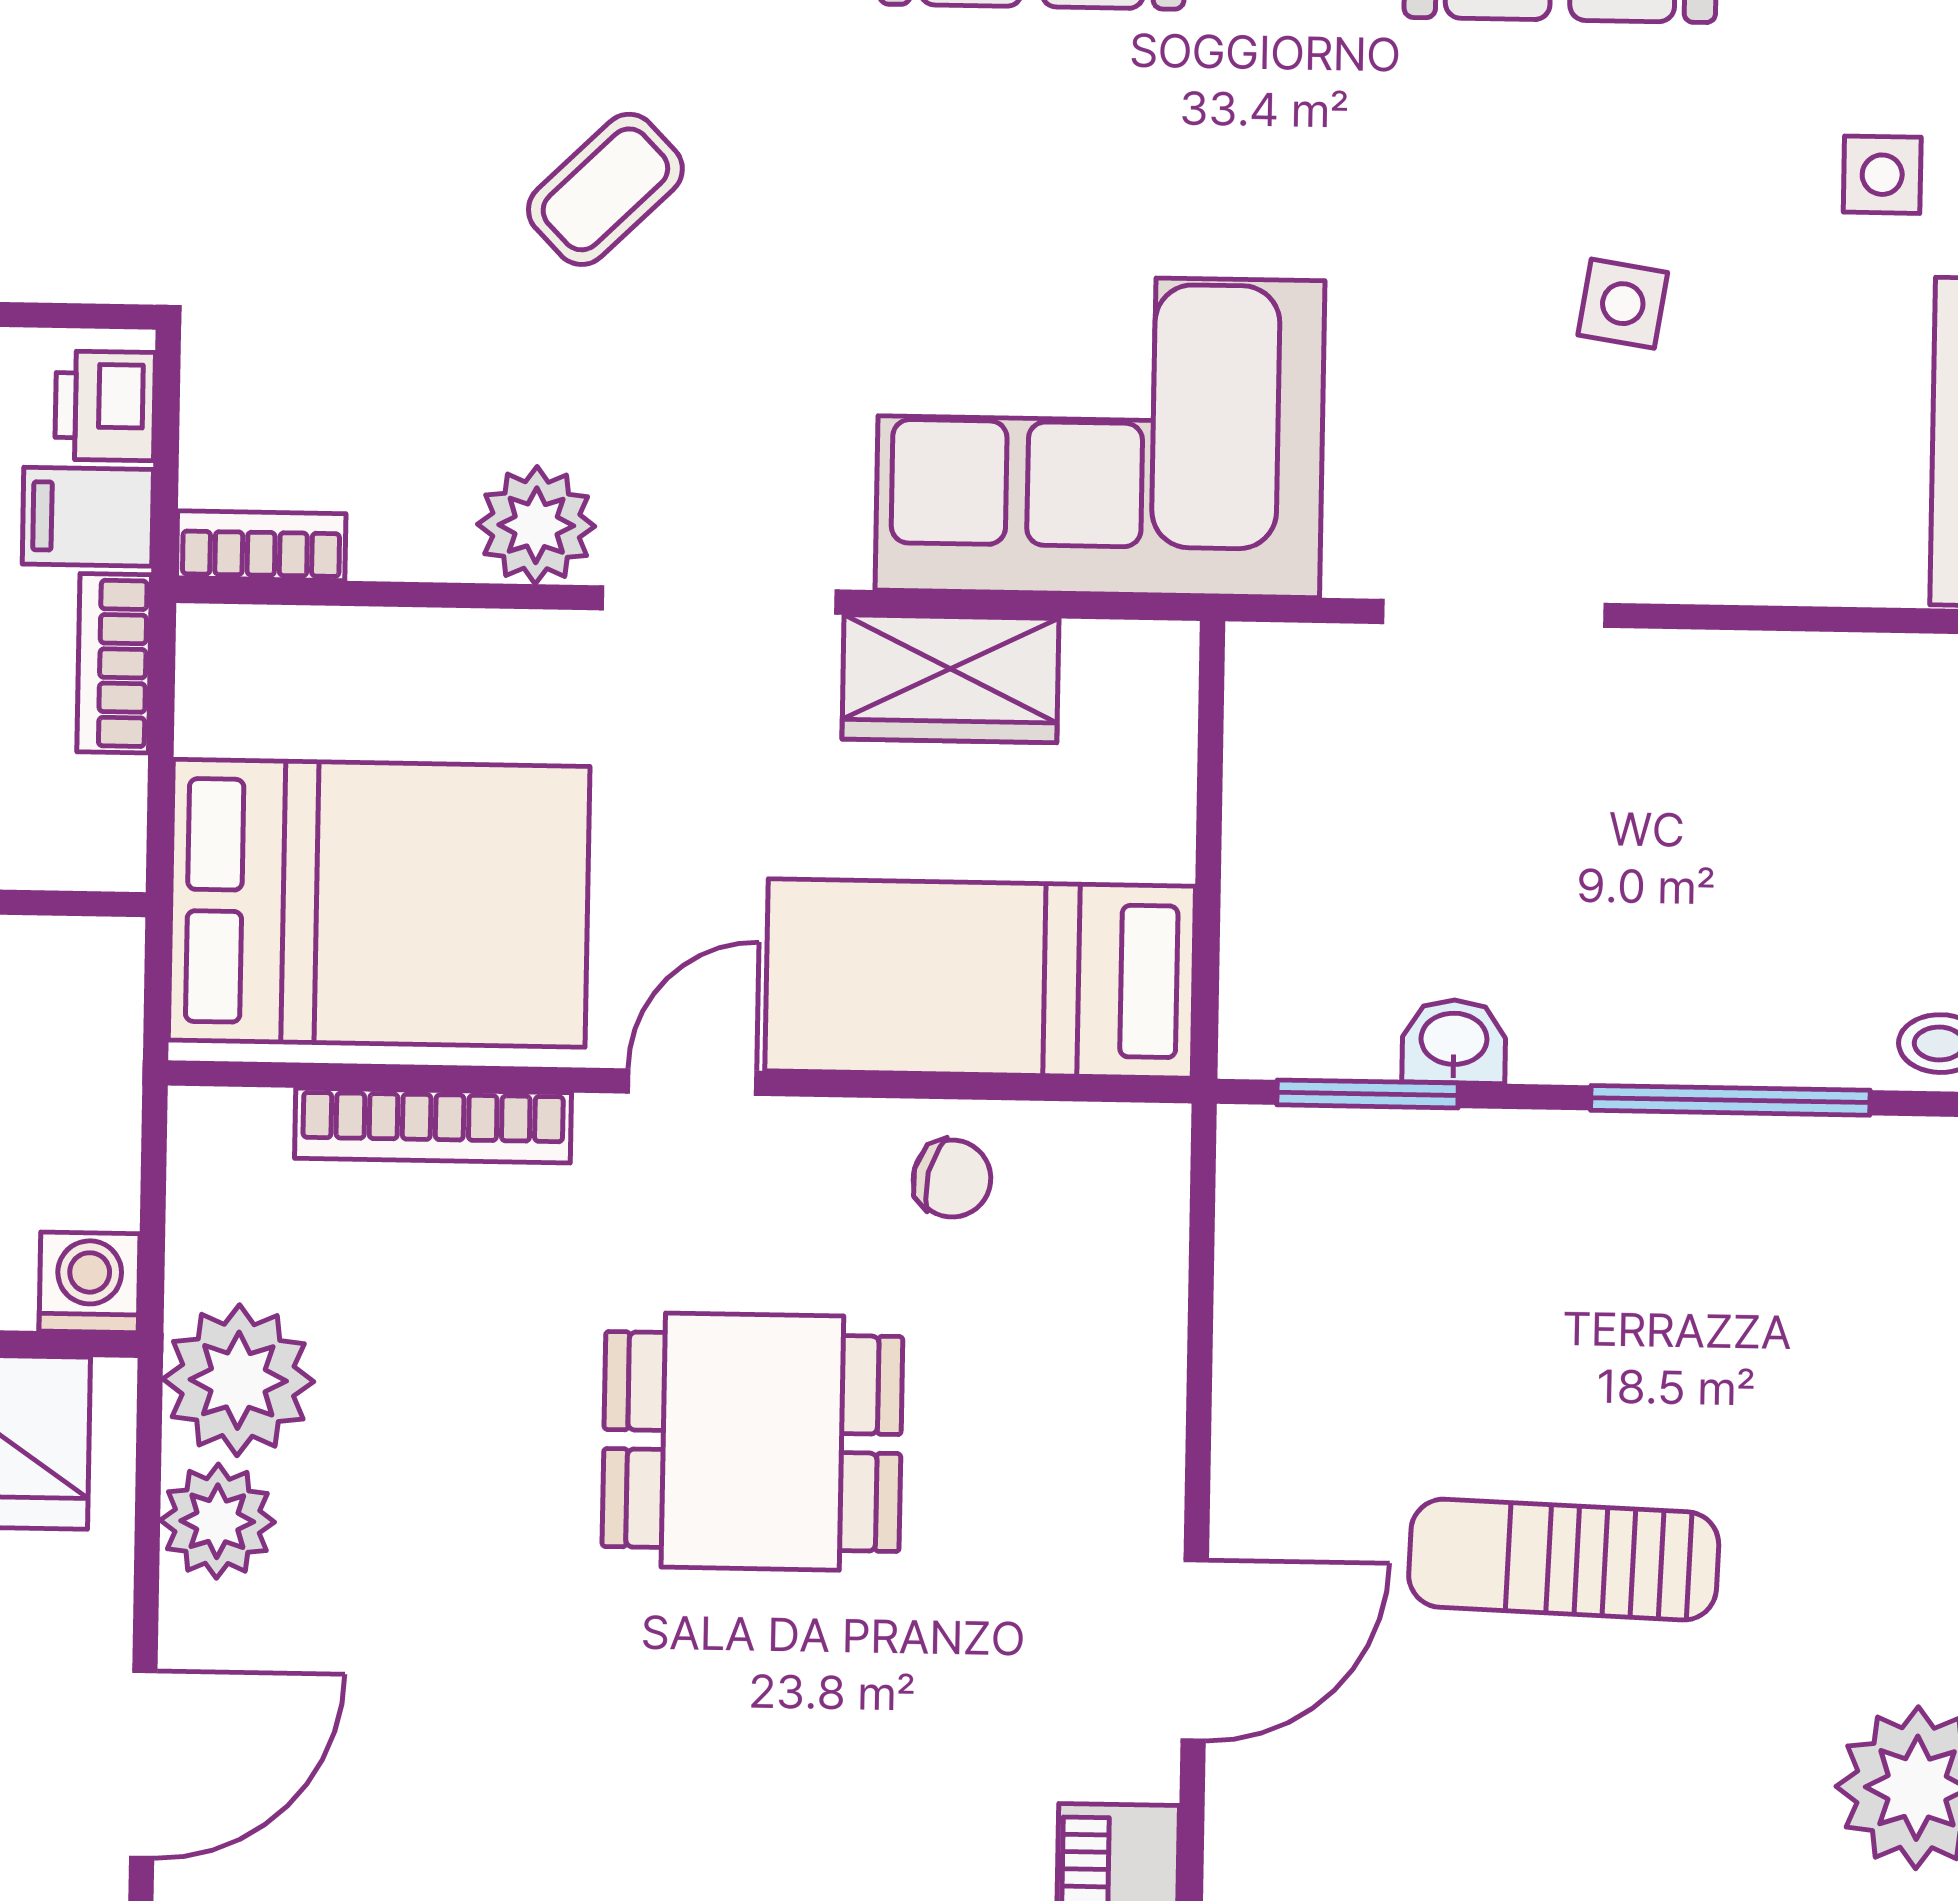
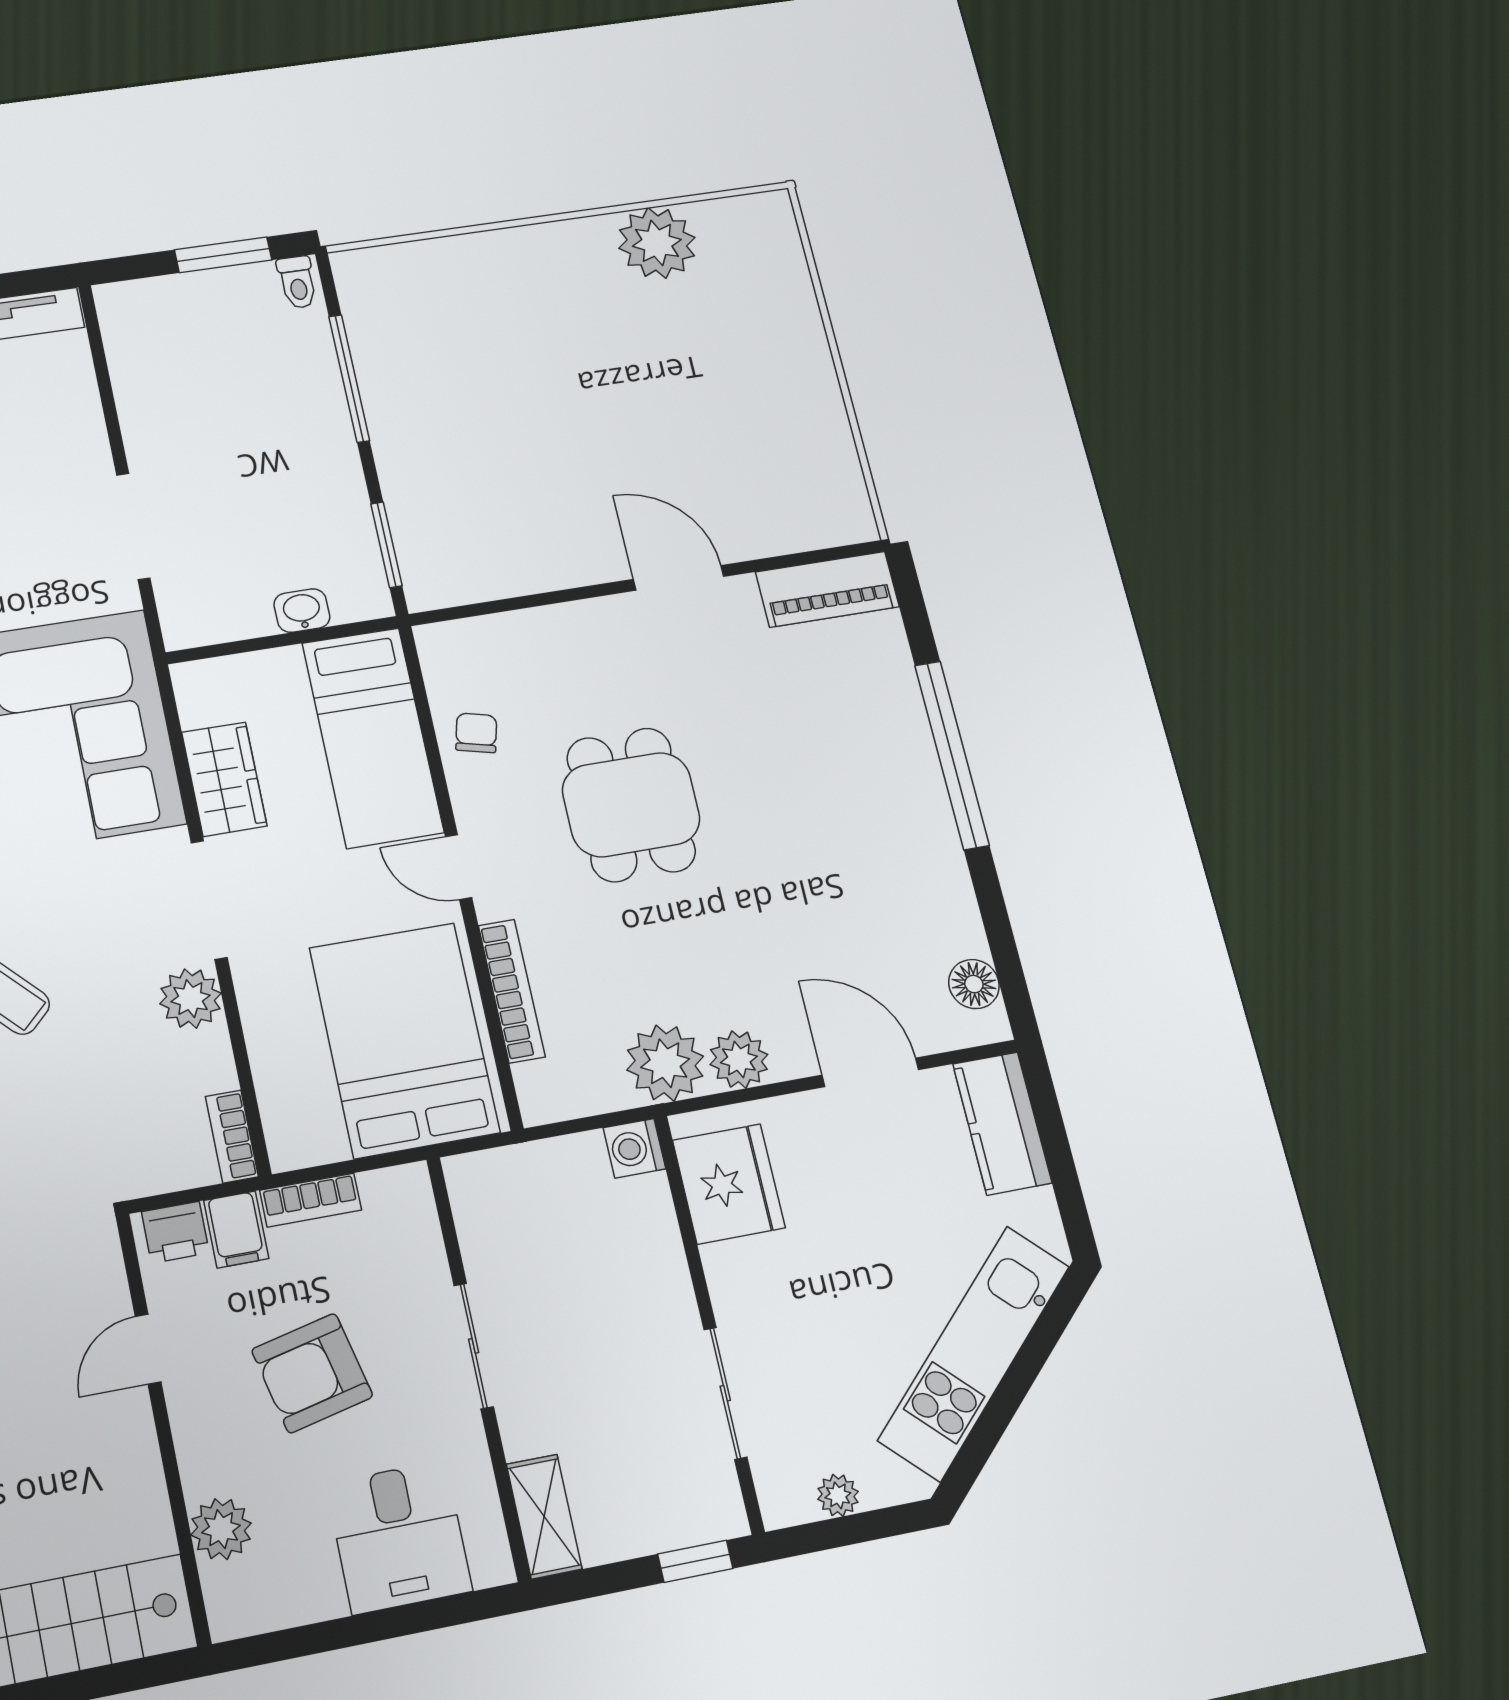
washbasin: (1454, 1041) -> (302, 611), moved, turned 90
sun lounger: (1564, 1560) -> (590, 417), removed

